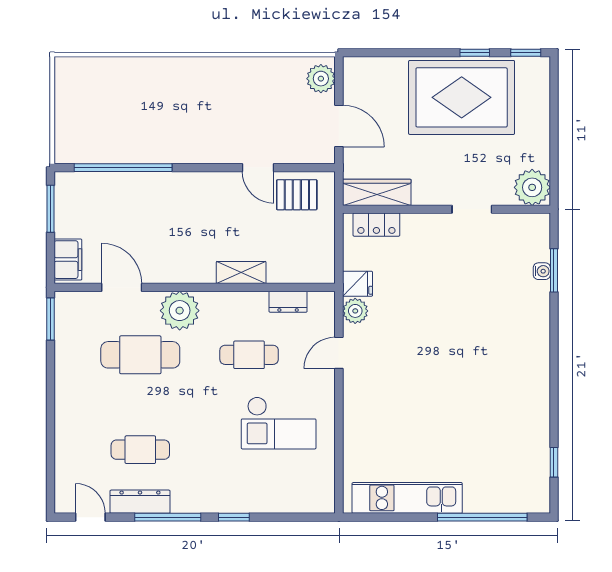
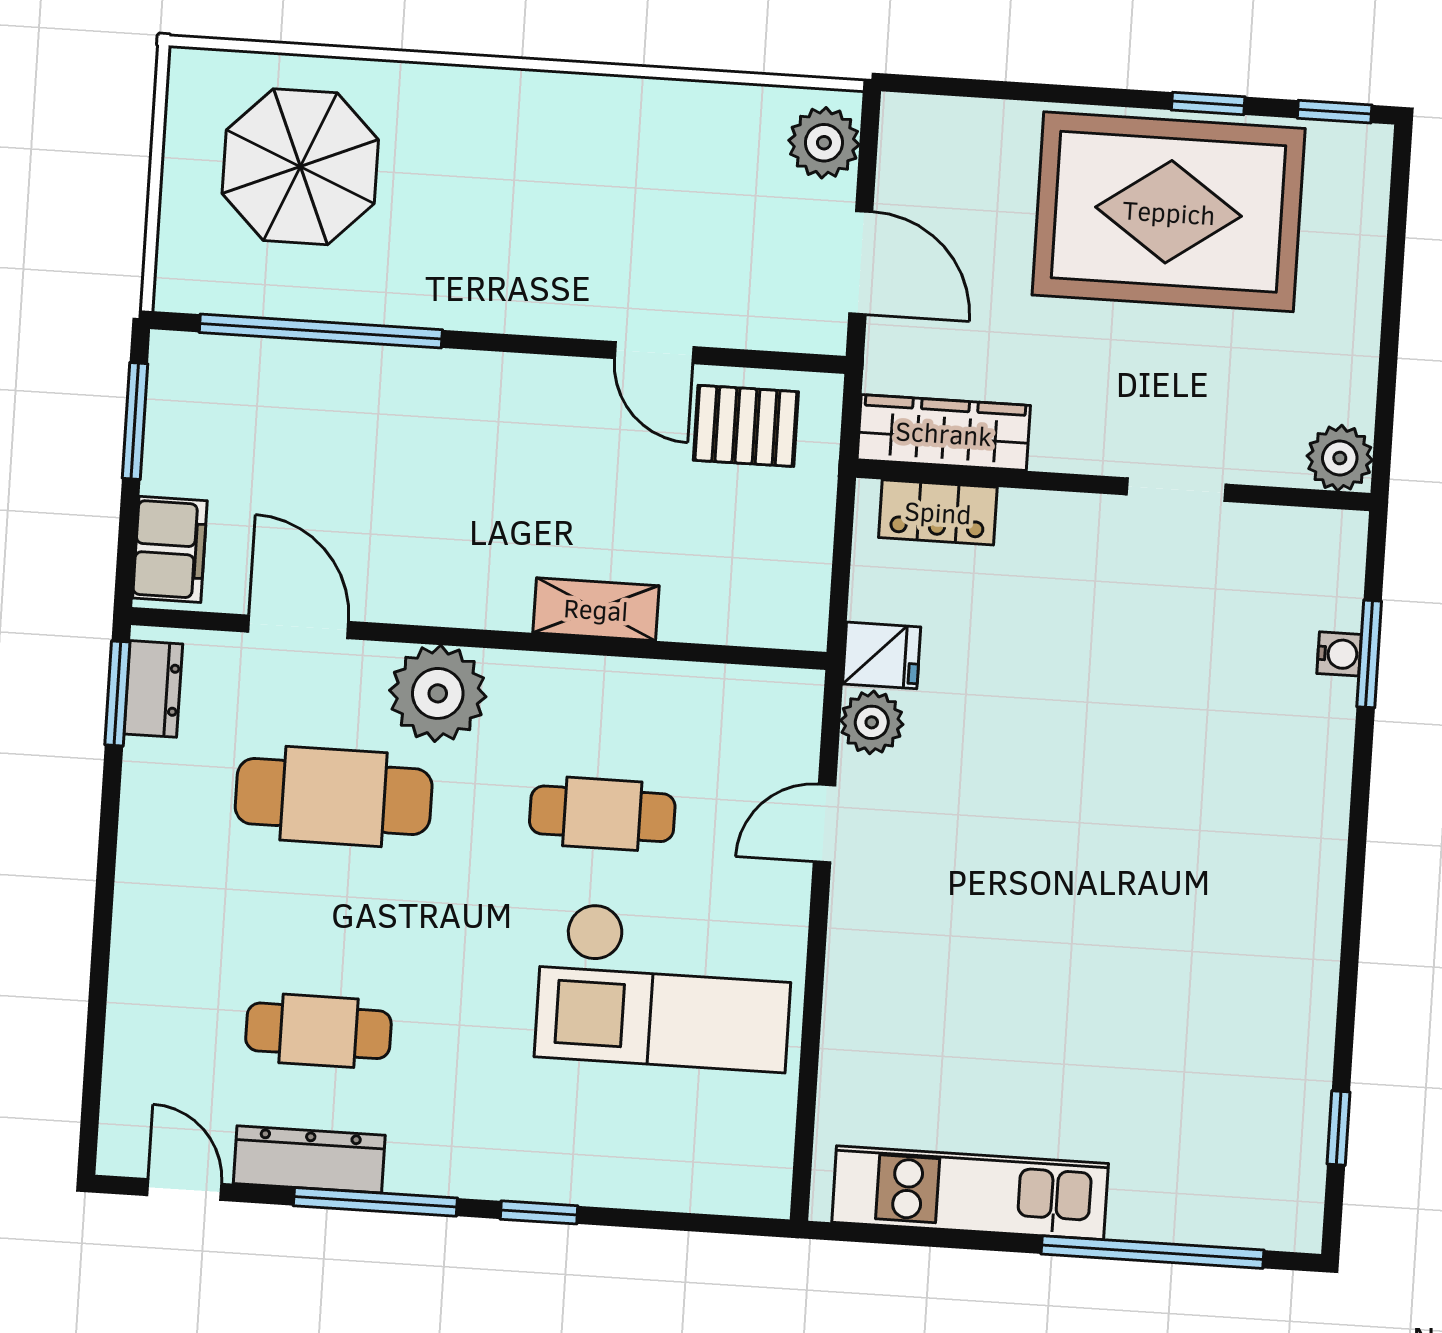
parasol: (110, 102) -> (300, 167), added
plant: (532, 187) -> (1340, 458), width x0.73, depth x0.73
dresser: (288, 302) -> (153, 689), moved, turned -90
checkout: (279, 423) -> (665, 987), width x1.36, depth x1.21

